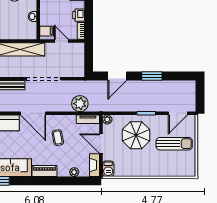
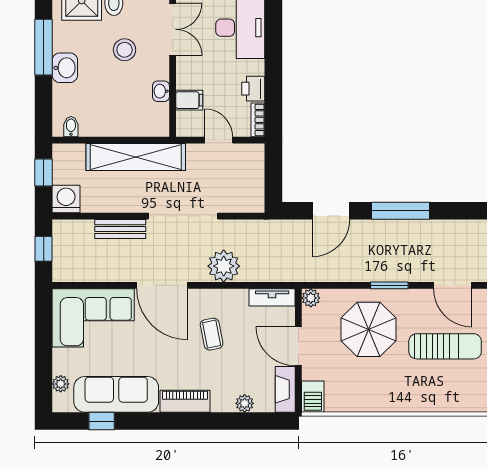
filing cabinet: (47, 31) -> (189, 100), moved
window: (152, 76) -> (401, 211), width x1.44
plant: (80, 104) -> (224, 266), moved
door: (178, 113) -> (453, 285), hinge flipped

